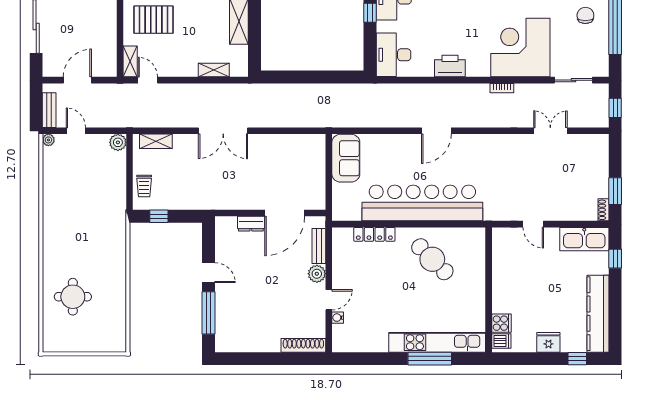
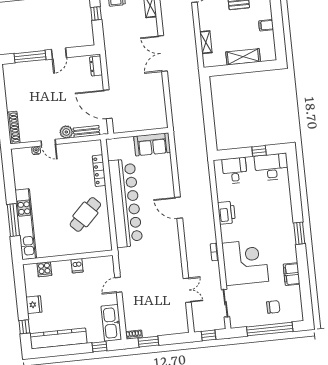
desk: (393, 55) -> (235, 171), width x0.73
dresser: (251, 224) -> (96, 66), moved
dishwasher: (501, 341) -> (77, 266), moved

